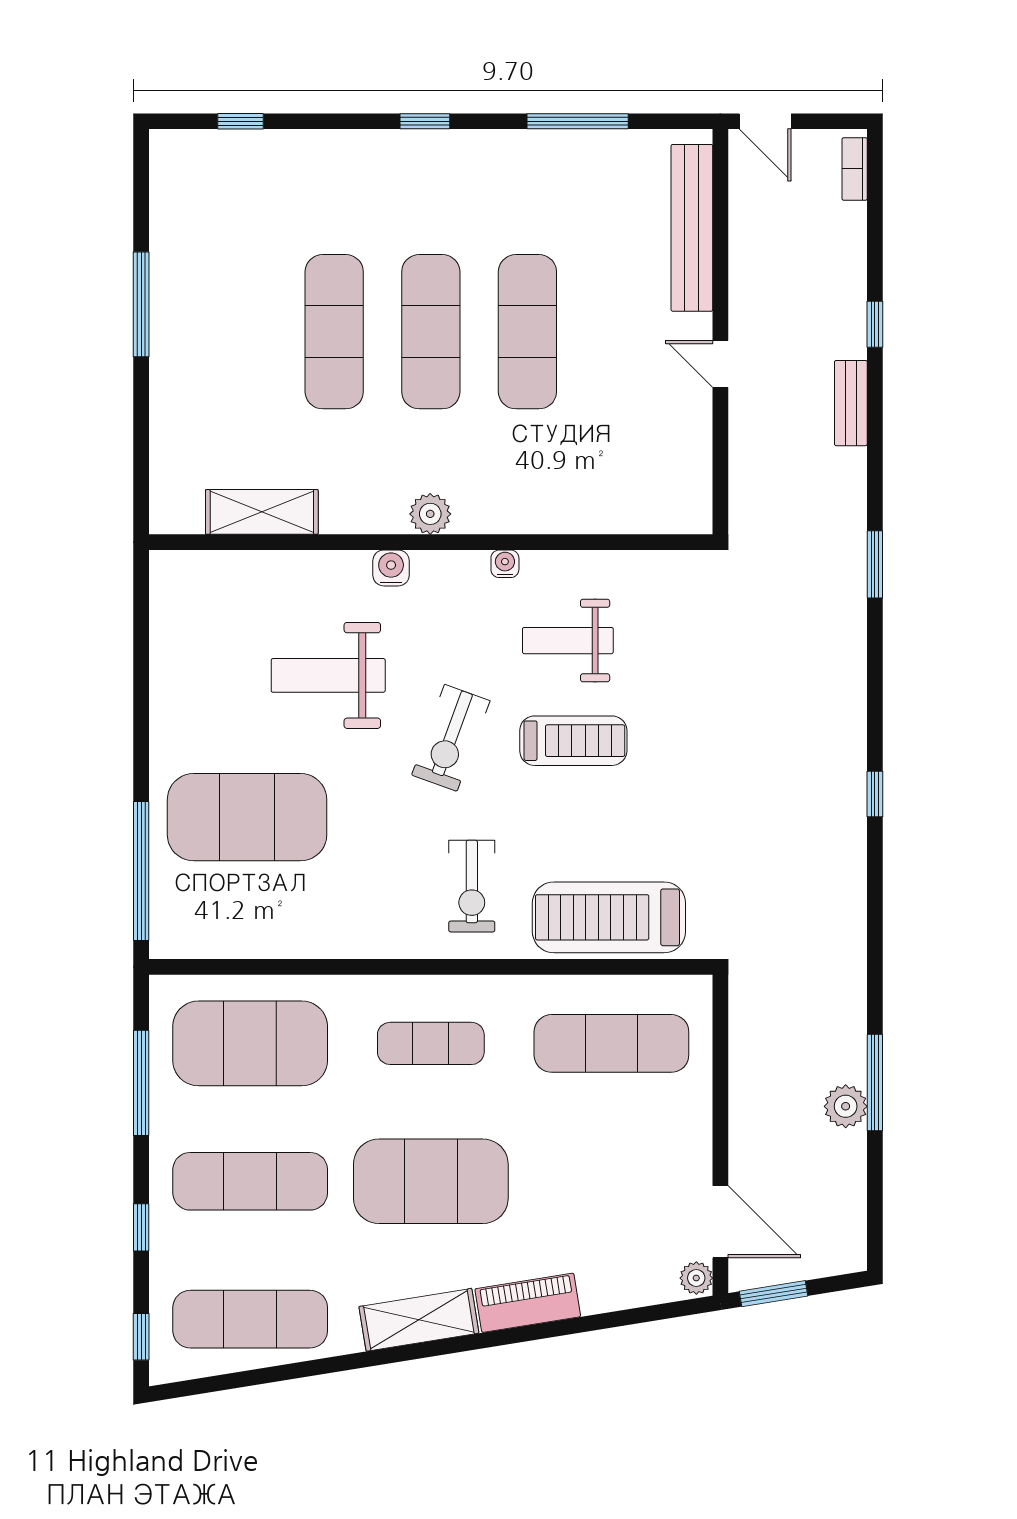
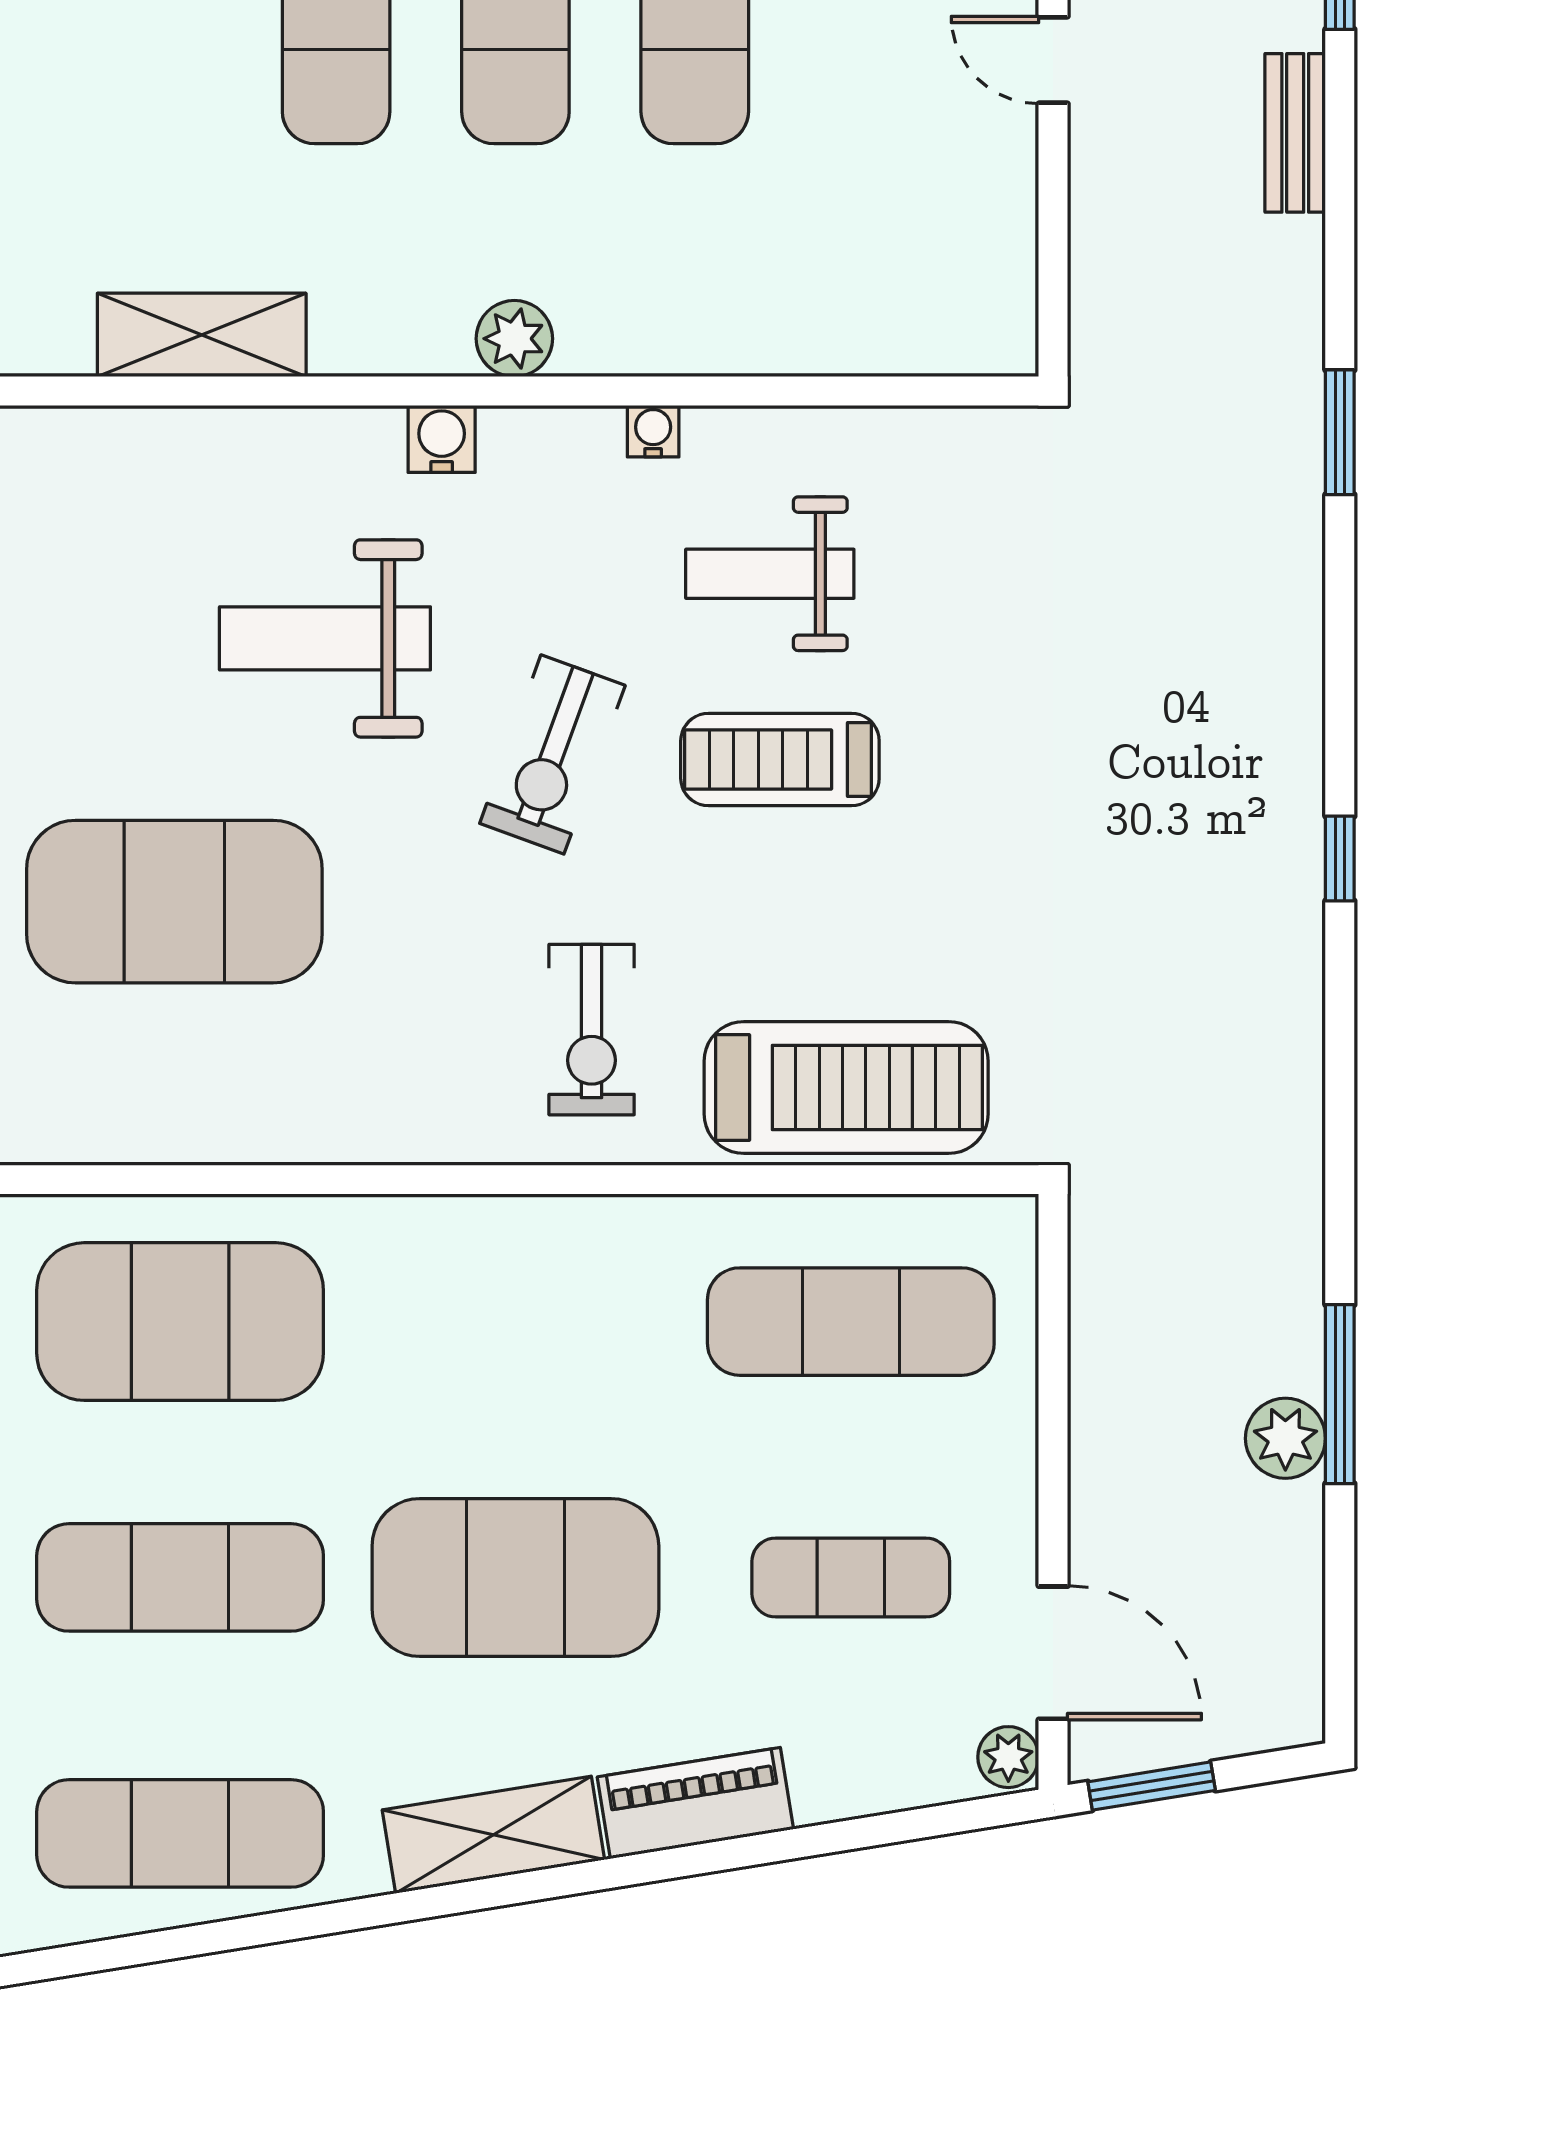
treadmill: (573, 741) -> (780, 760), turned 180
treadmill: (609, 917) -> (846, 1088), turned 180
exercise mat: (431, 1043) -> (851, 1577), moved

